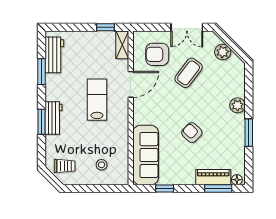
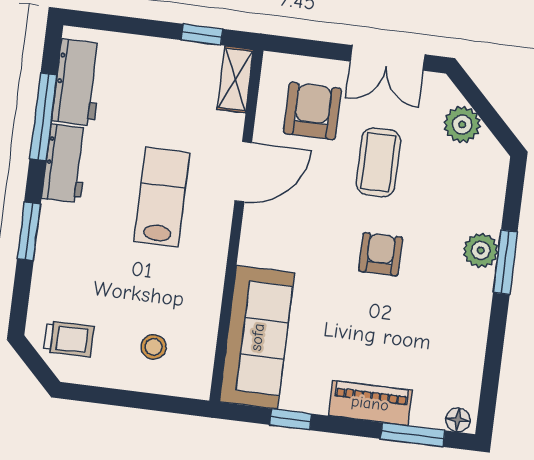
armchair: (157, 54) -> (312, 111), turned 90
window: (41, 72) -> (43, 117), width x1.44
coffee table: (189, 73) -> (378, 162), turned -37
workbench: (54, 118) -> (65, 163), moved
armchair: (192, 133) -> (381, 254), moved, turned 46
window: (249, 133) -> (505, 262), moved
piano: (213, 177) -> (370, 403), moved

